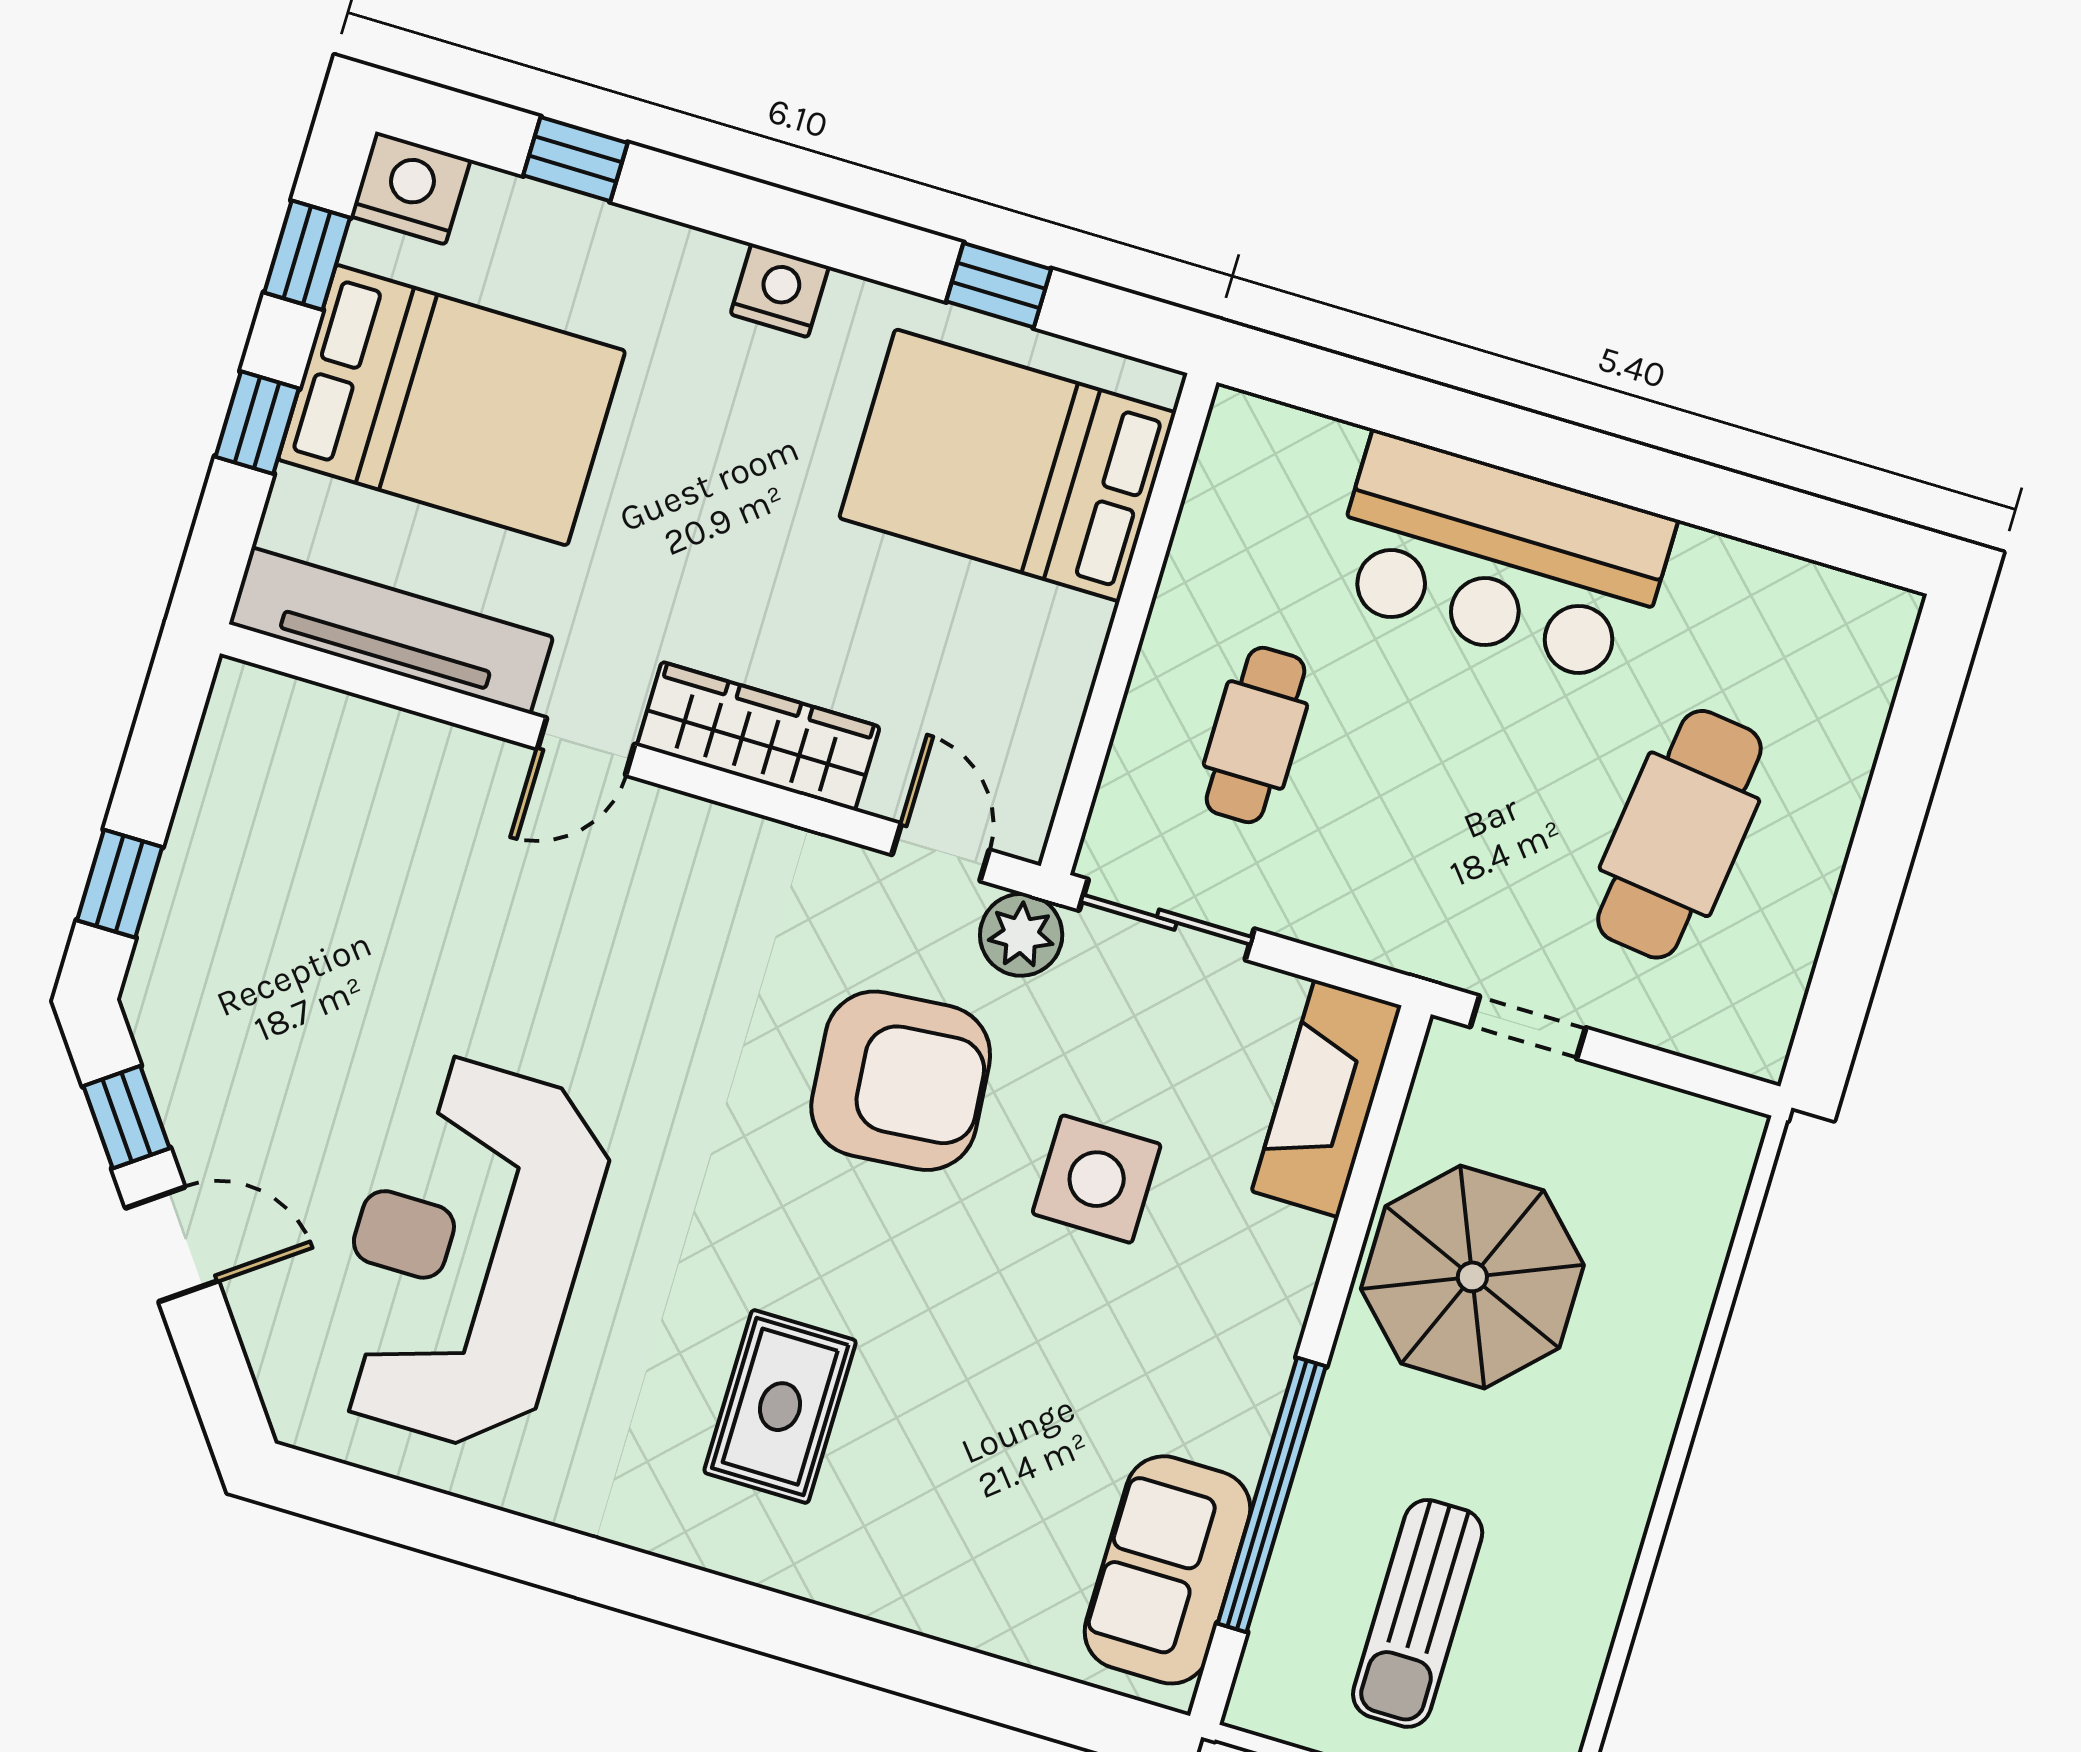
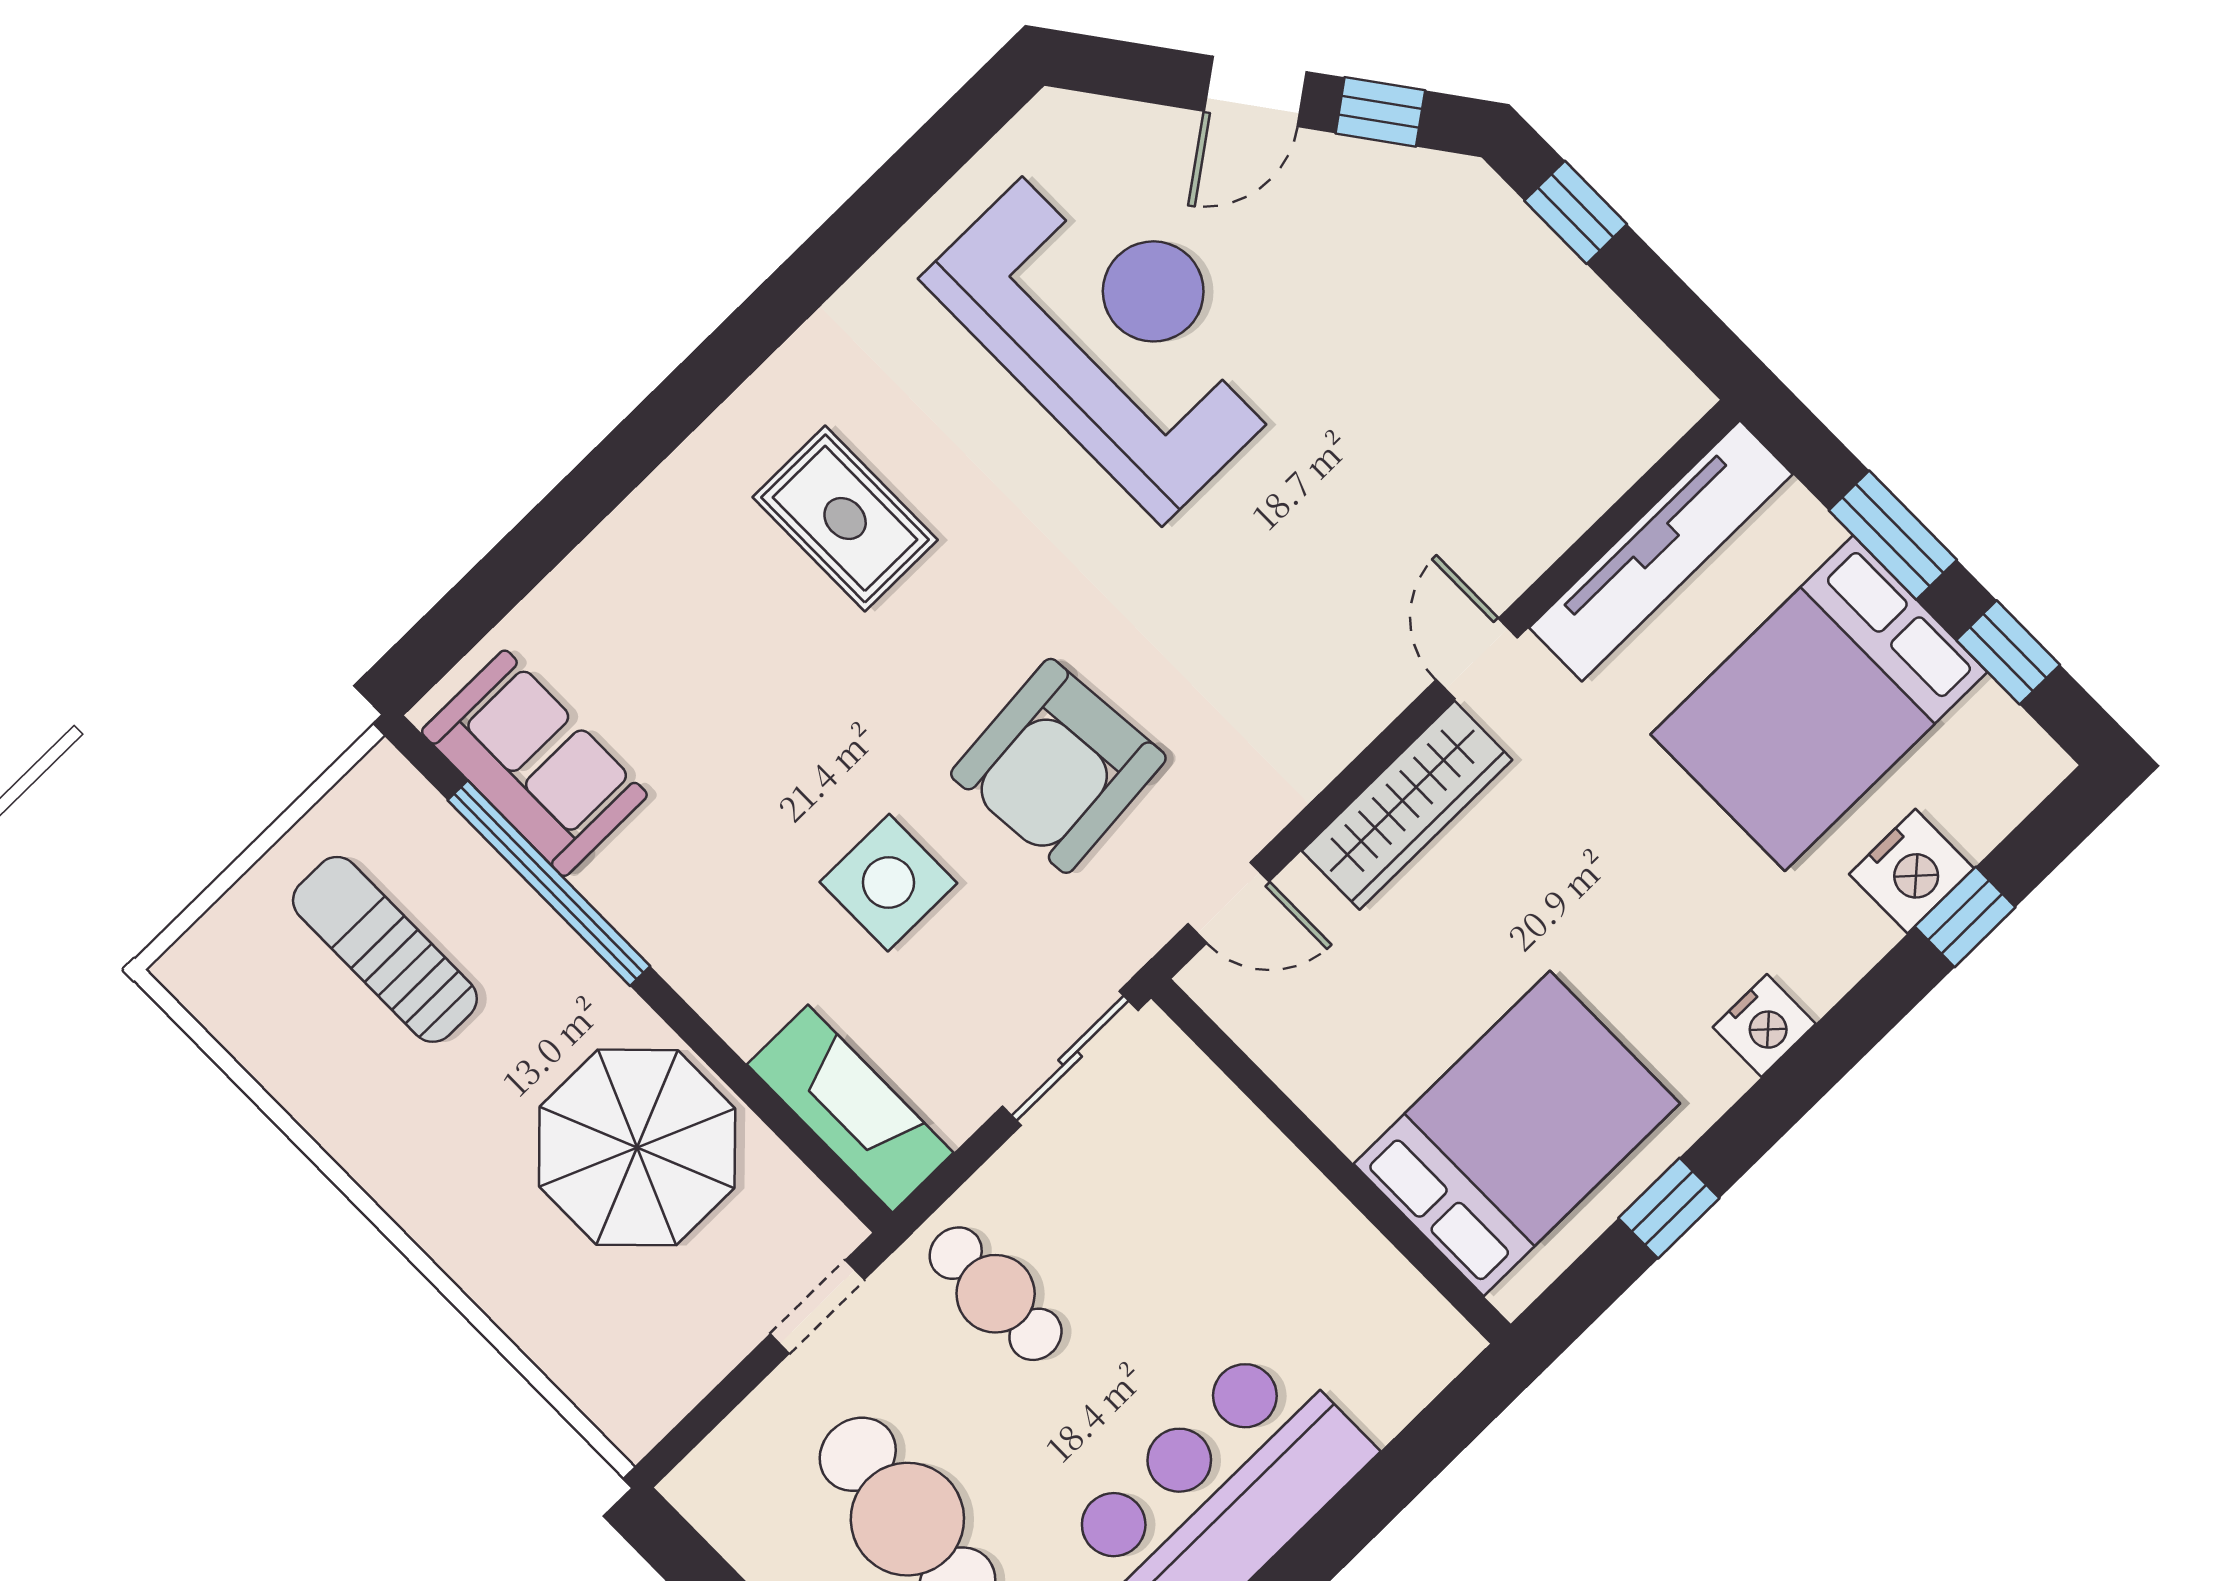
nightstand: (410, 188) -> (1911, 871), moved
window: (257, 423) -> (1893, 535), width x1.50
cafe table: (1255, 735) -> (996, 1294), moved
plant: (1021, 935) -> (1124, 931), removed

